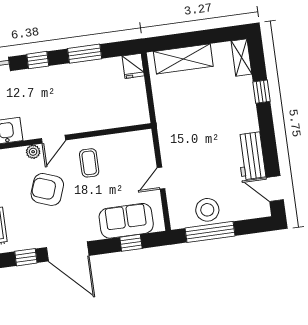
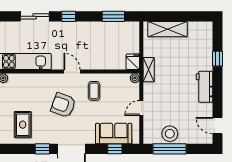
window: (85, 54) -> (113, 16), moved
shelving: (241, 58) -> (149, 70), moved
fridge: (133, 66) -> (133, 62), moved, turned 180
door: (53, 139) -> (72, 72), swing flipped
plant: (33, 152) -> (135, 78), moved
workbench: (251, 156) -> (204, 87), moved

